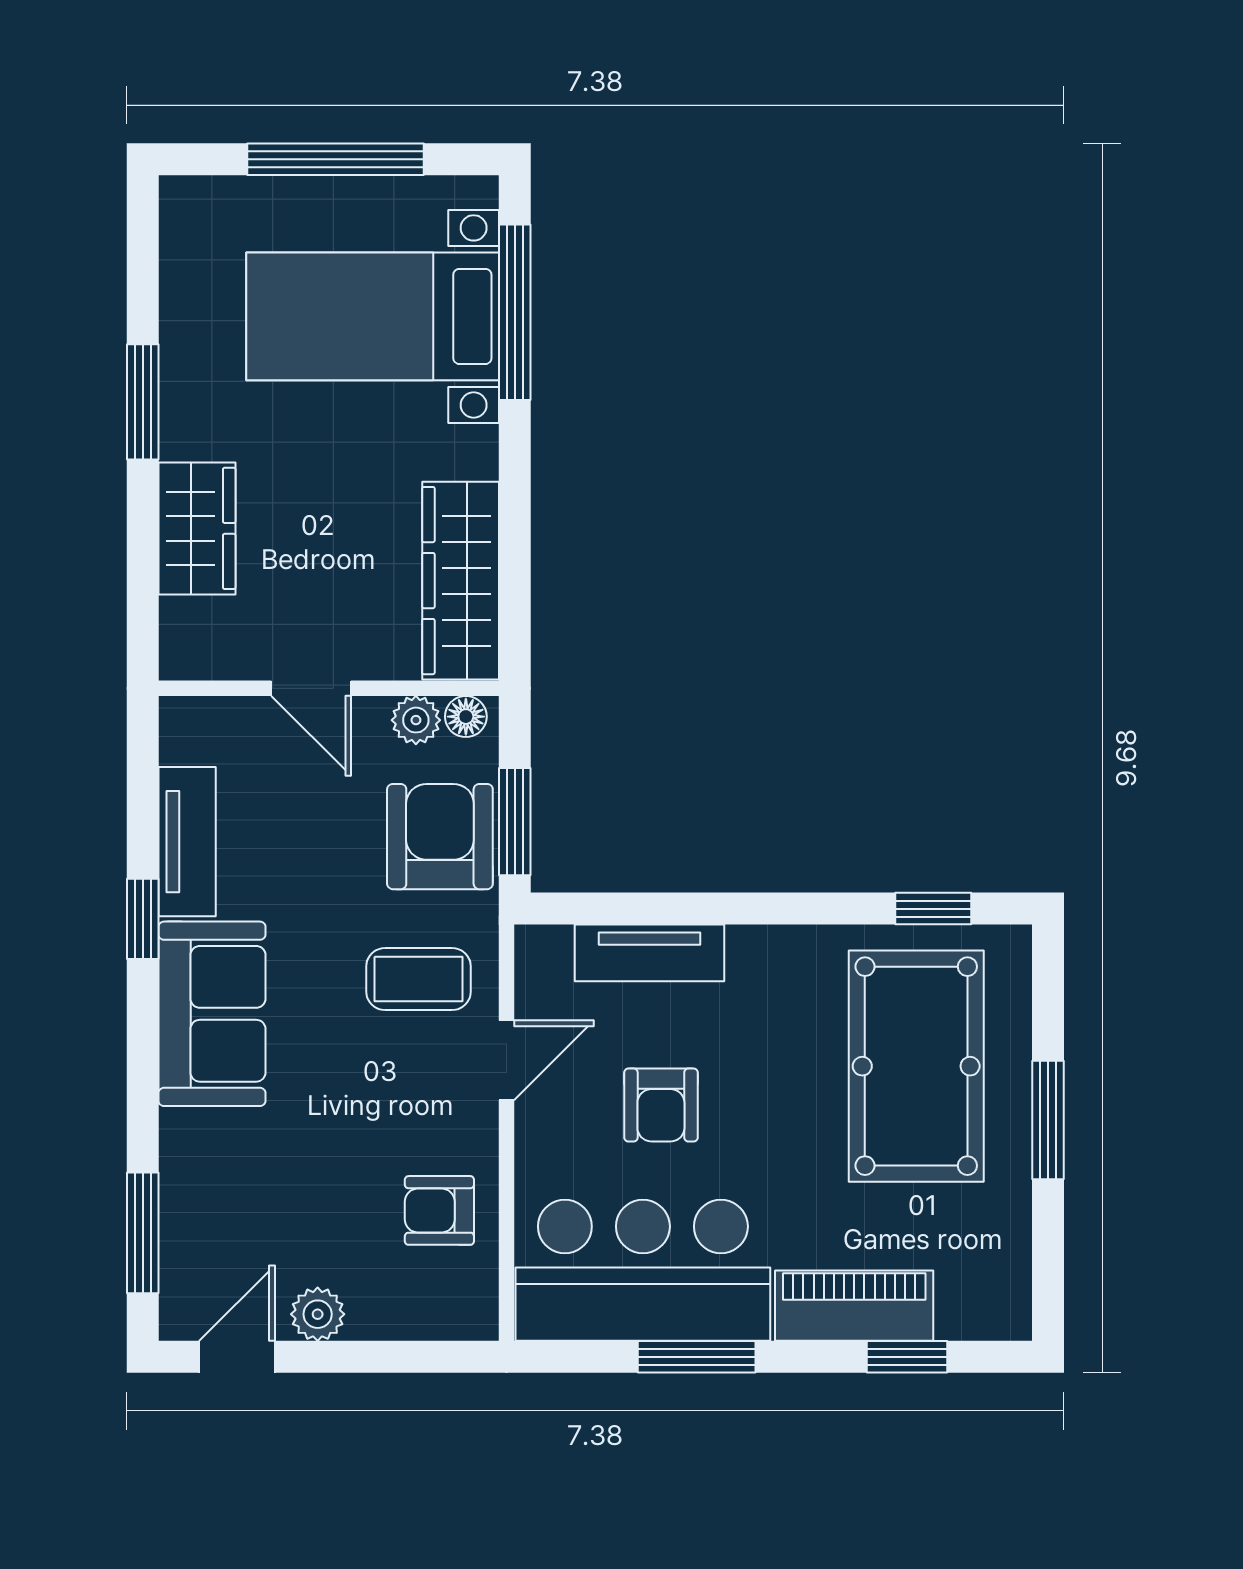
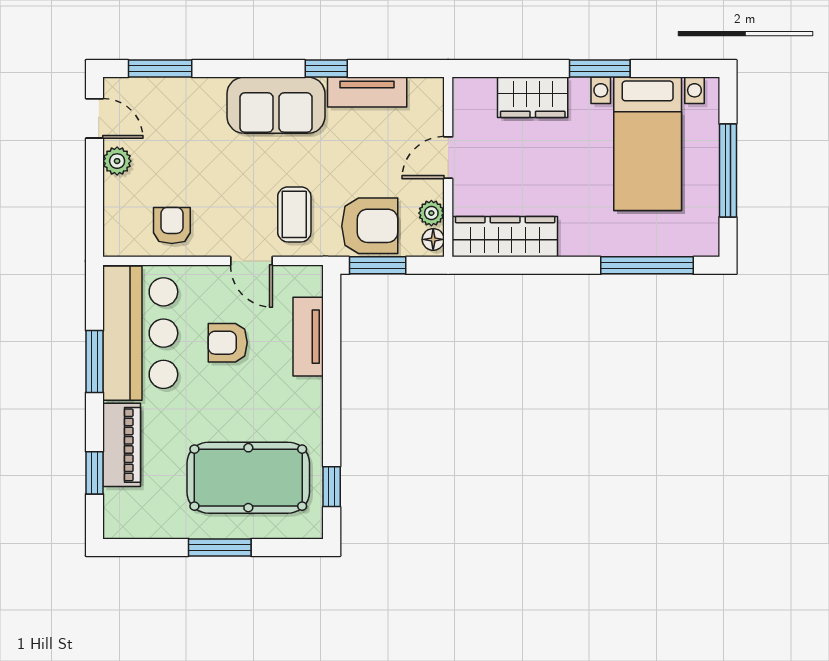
bed with nightstands: (373, 316) -> (648, 144), moved, turned 180

